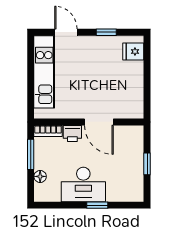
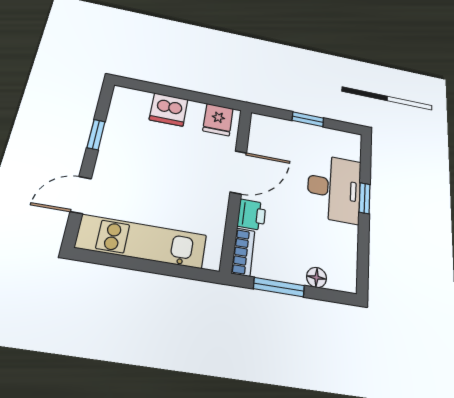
fridge: (133, 52) -> (218, 120), moved
dishwasher: (134, 72) -> (169, 110), added
desk: (83, 184) -> (334, 188), moved

